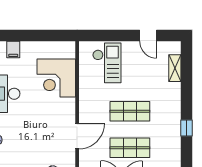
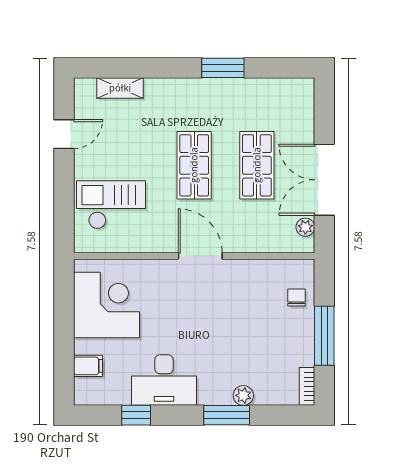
corner desk: (56, 78) -> (107, 305), moved, turned -90
window: (187, 128) -> (223, 68), width x1.50
door: (77, 136) -> (200, 256), moved

